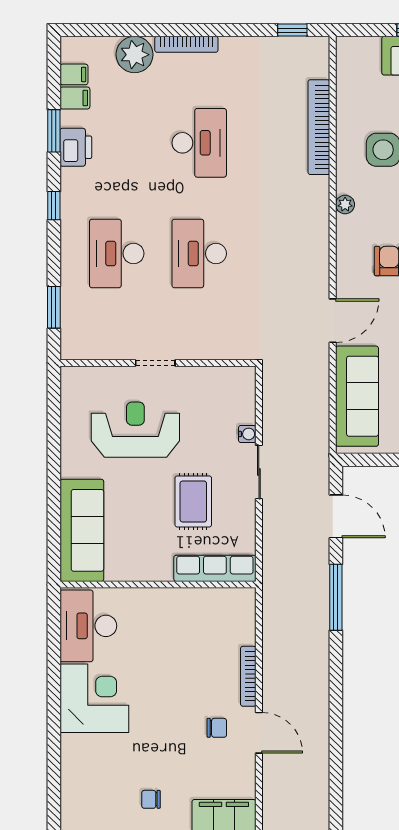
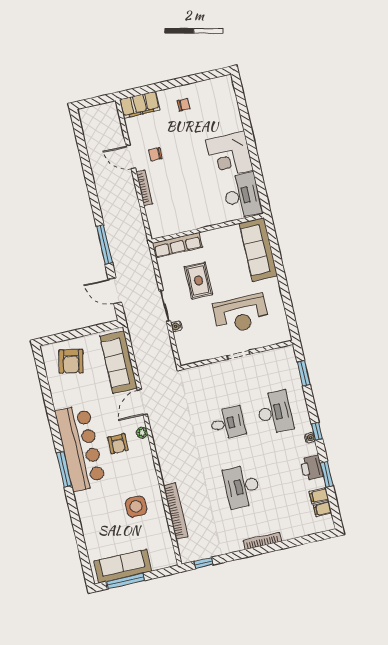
plant: (135, 55) -> (291, 528), removed
water cooler: (68, 198) -> (310, 438), added
plant: (345, 204) -> (142, 433), moved
desk: (199, 253) -> (228, 423), width x0.73

